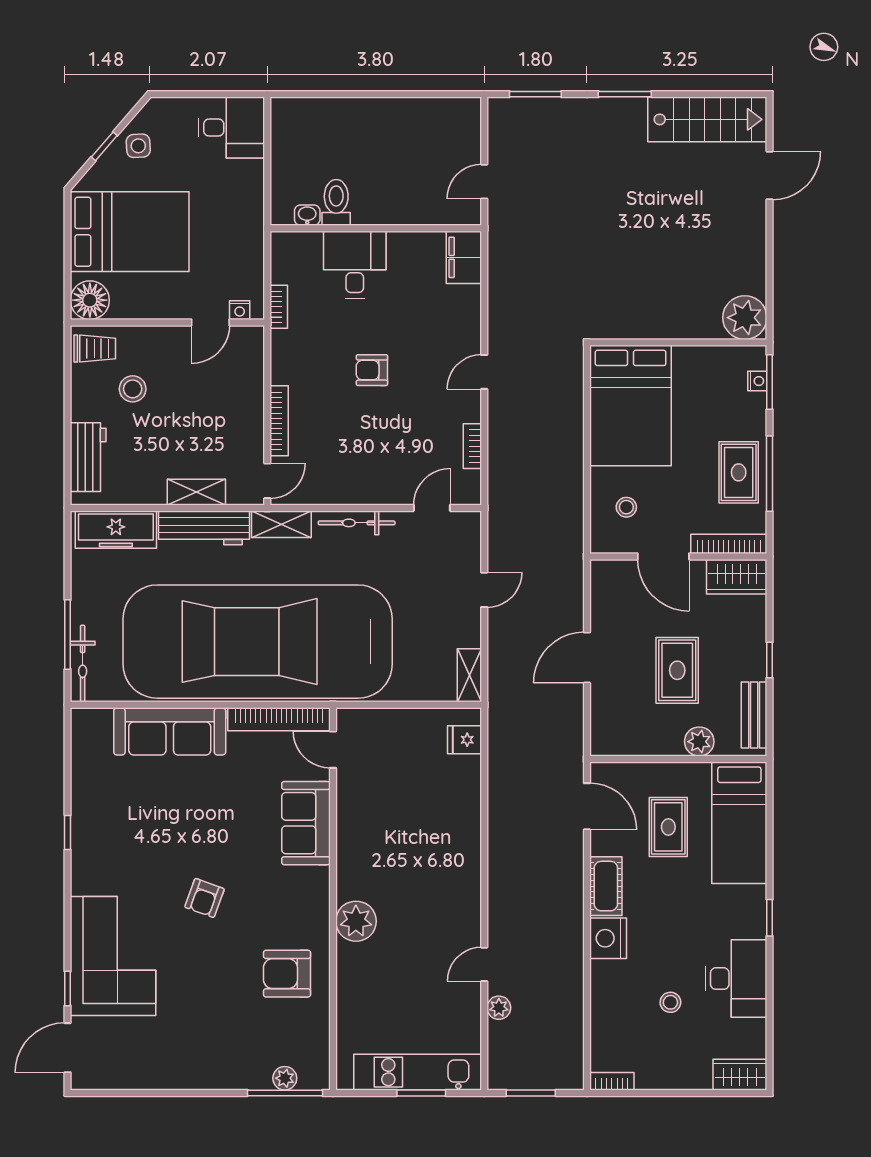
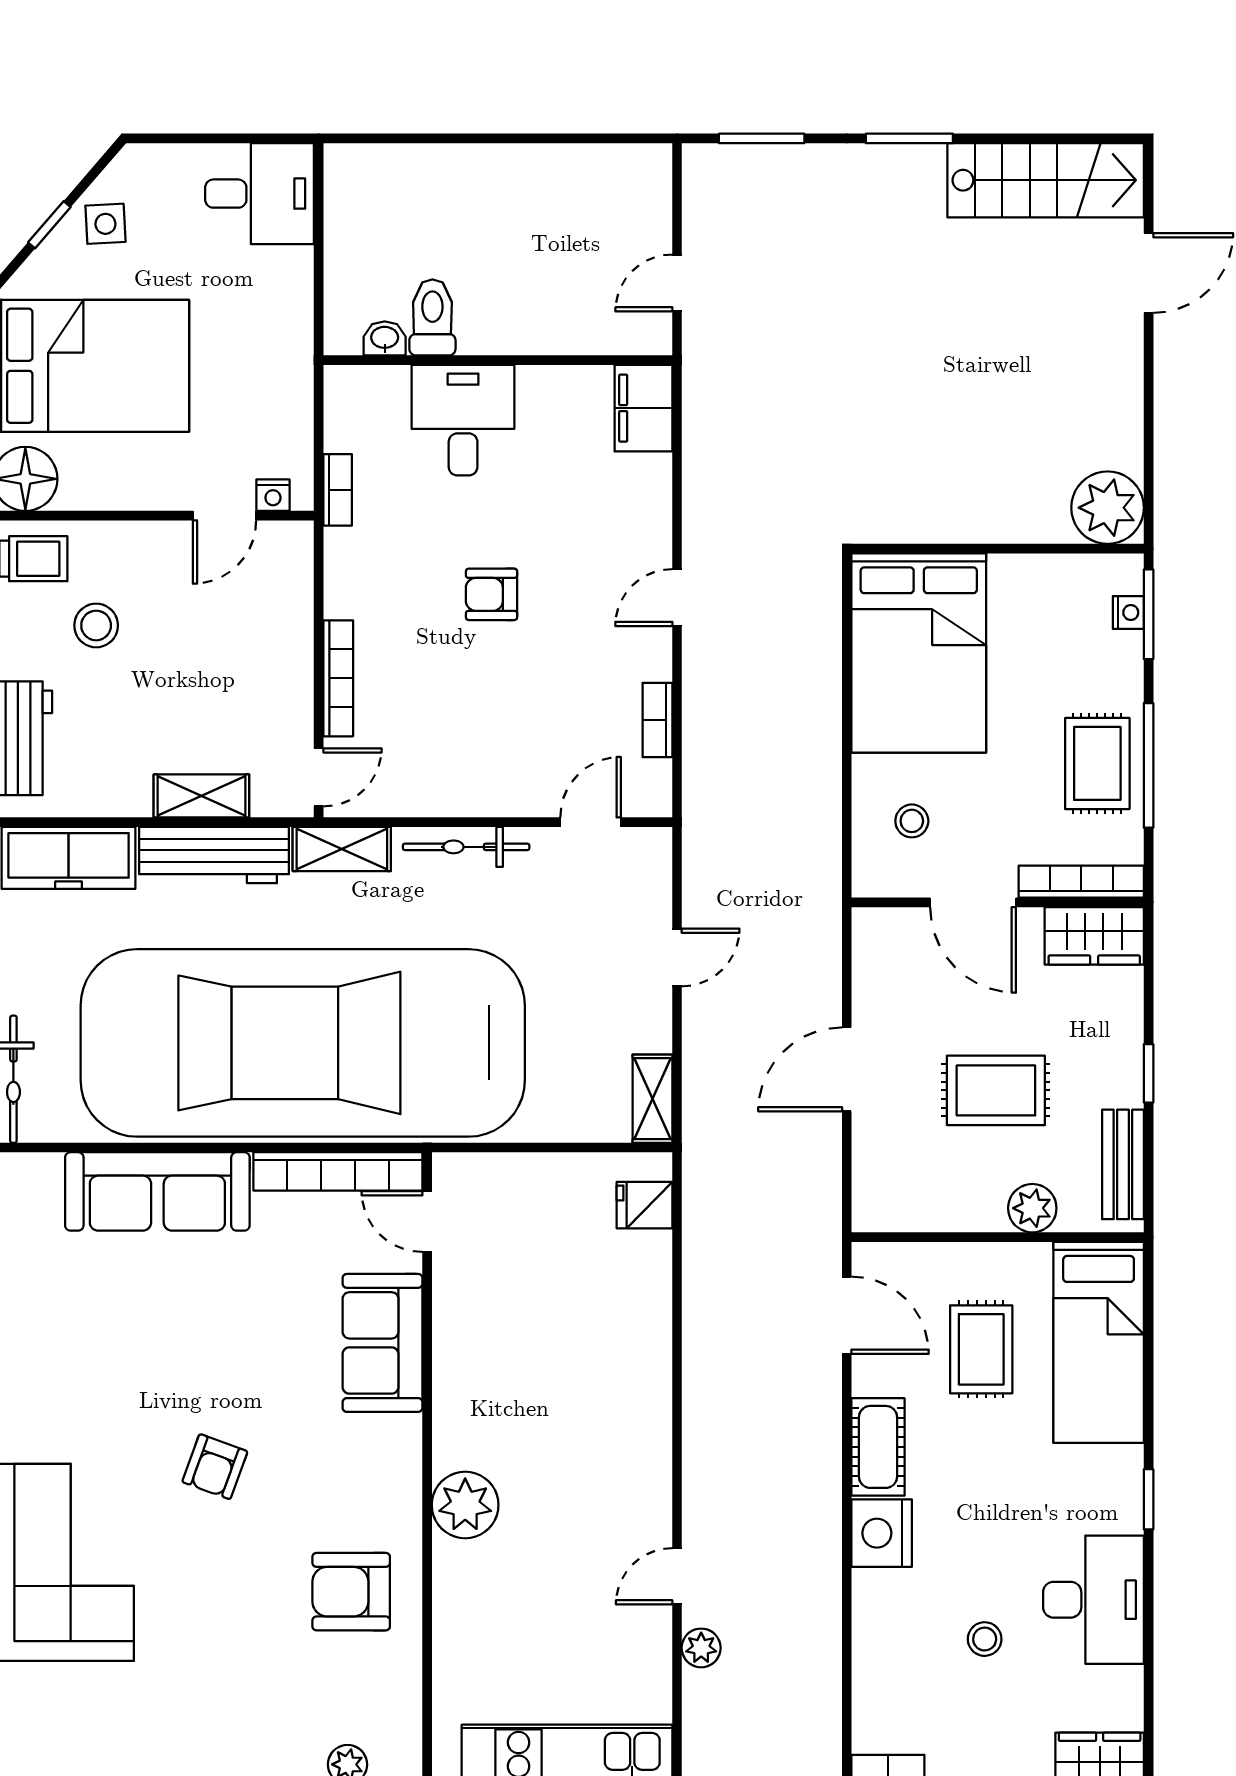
rug: (677, 670) -> (996, 1090), turned 90

